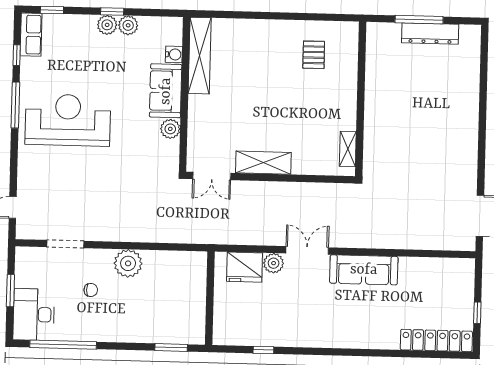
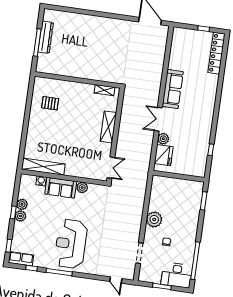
shelving: (263, 163) -> (108, 127), moved

